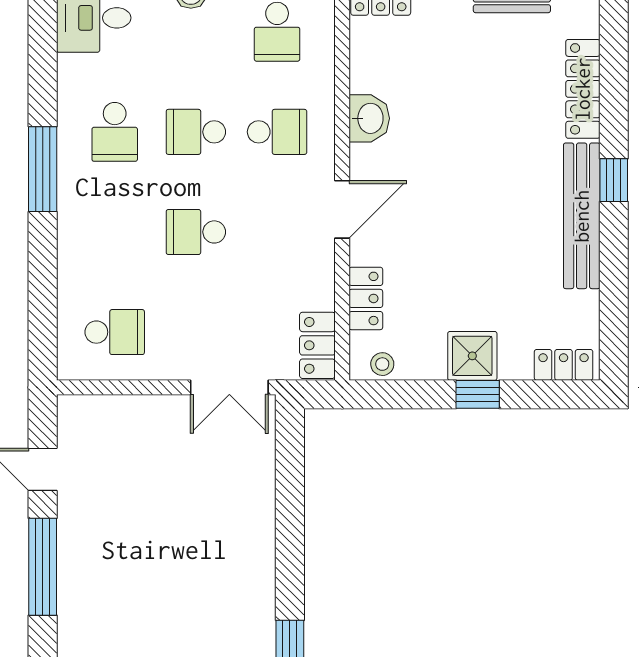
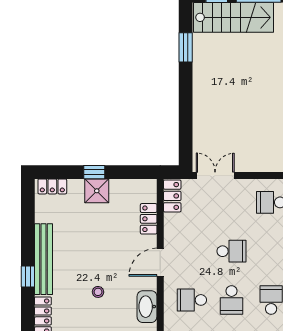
washbasin: (369, 118) -> (147, 307), width x1.38
school desk: (196, 132) -> (231, 300), turned 90
stool: (382, 364) -> (98, 292), moved

